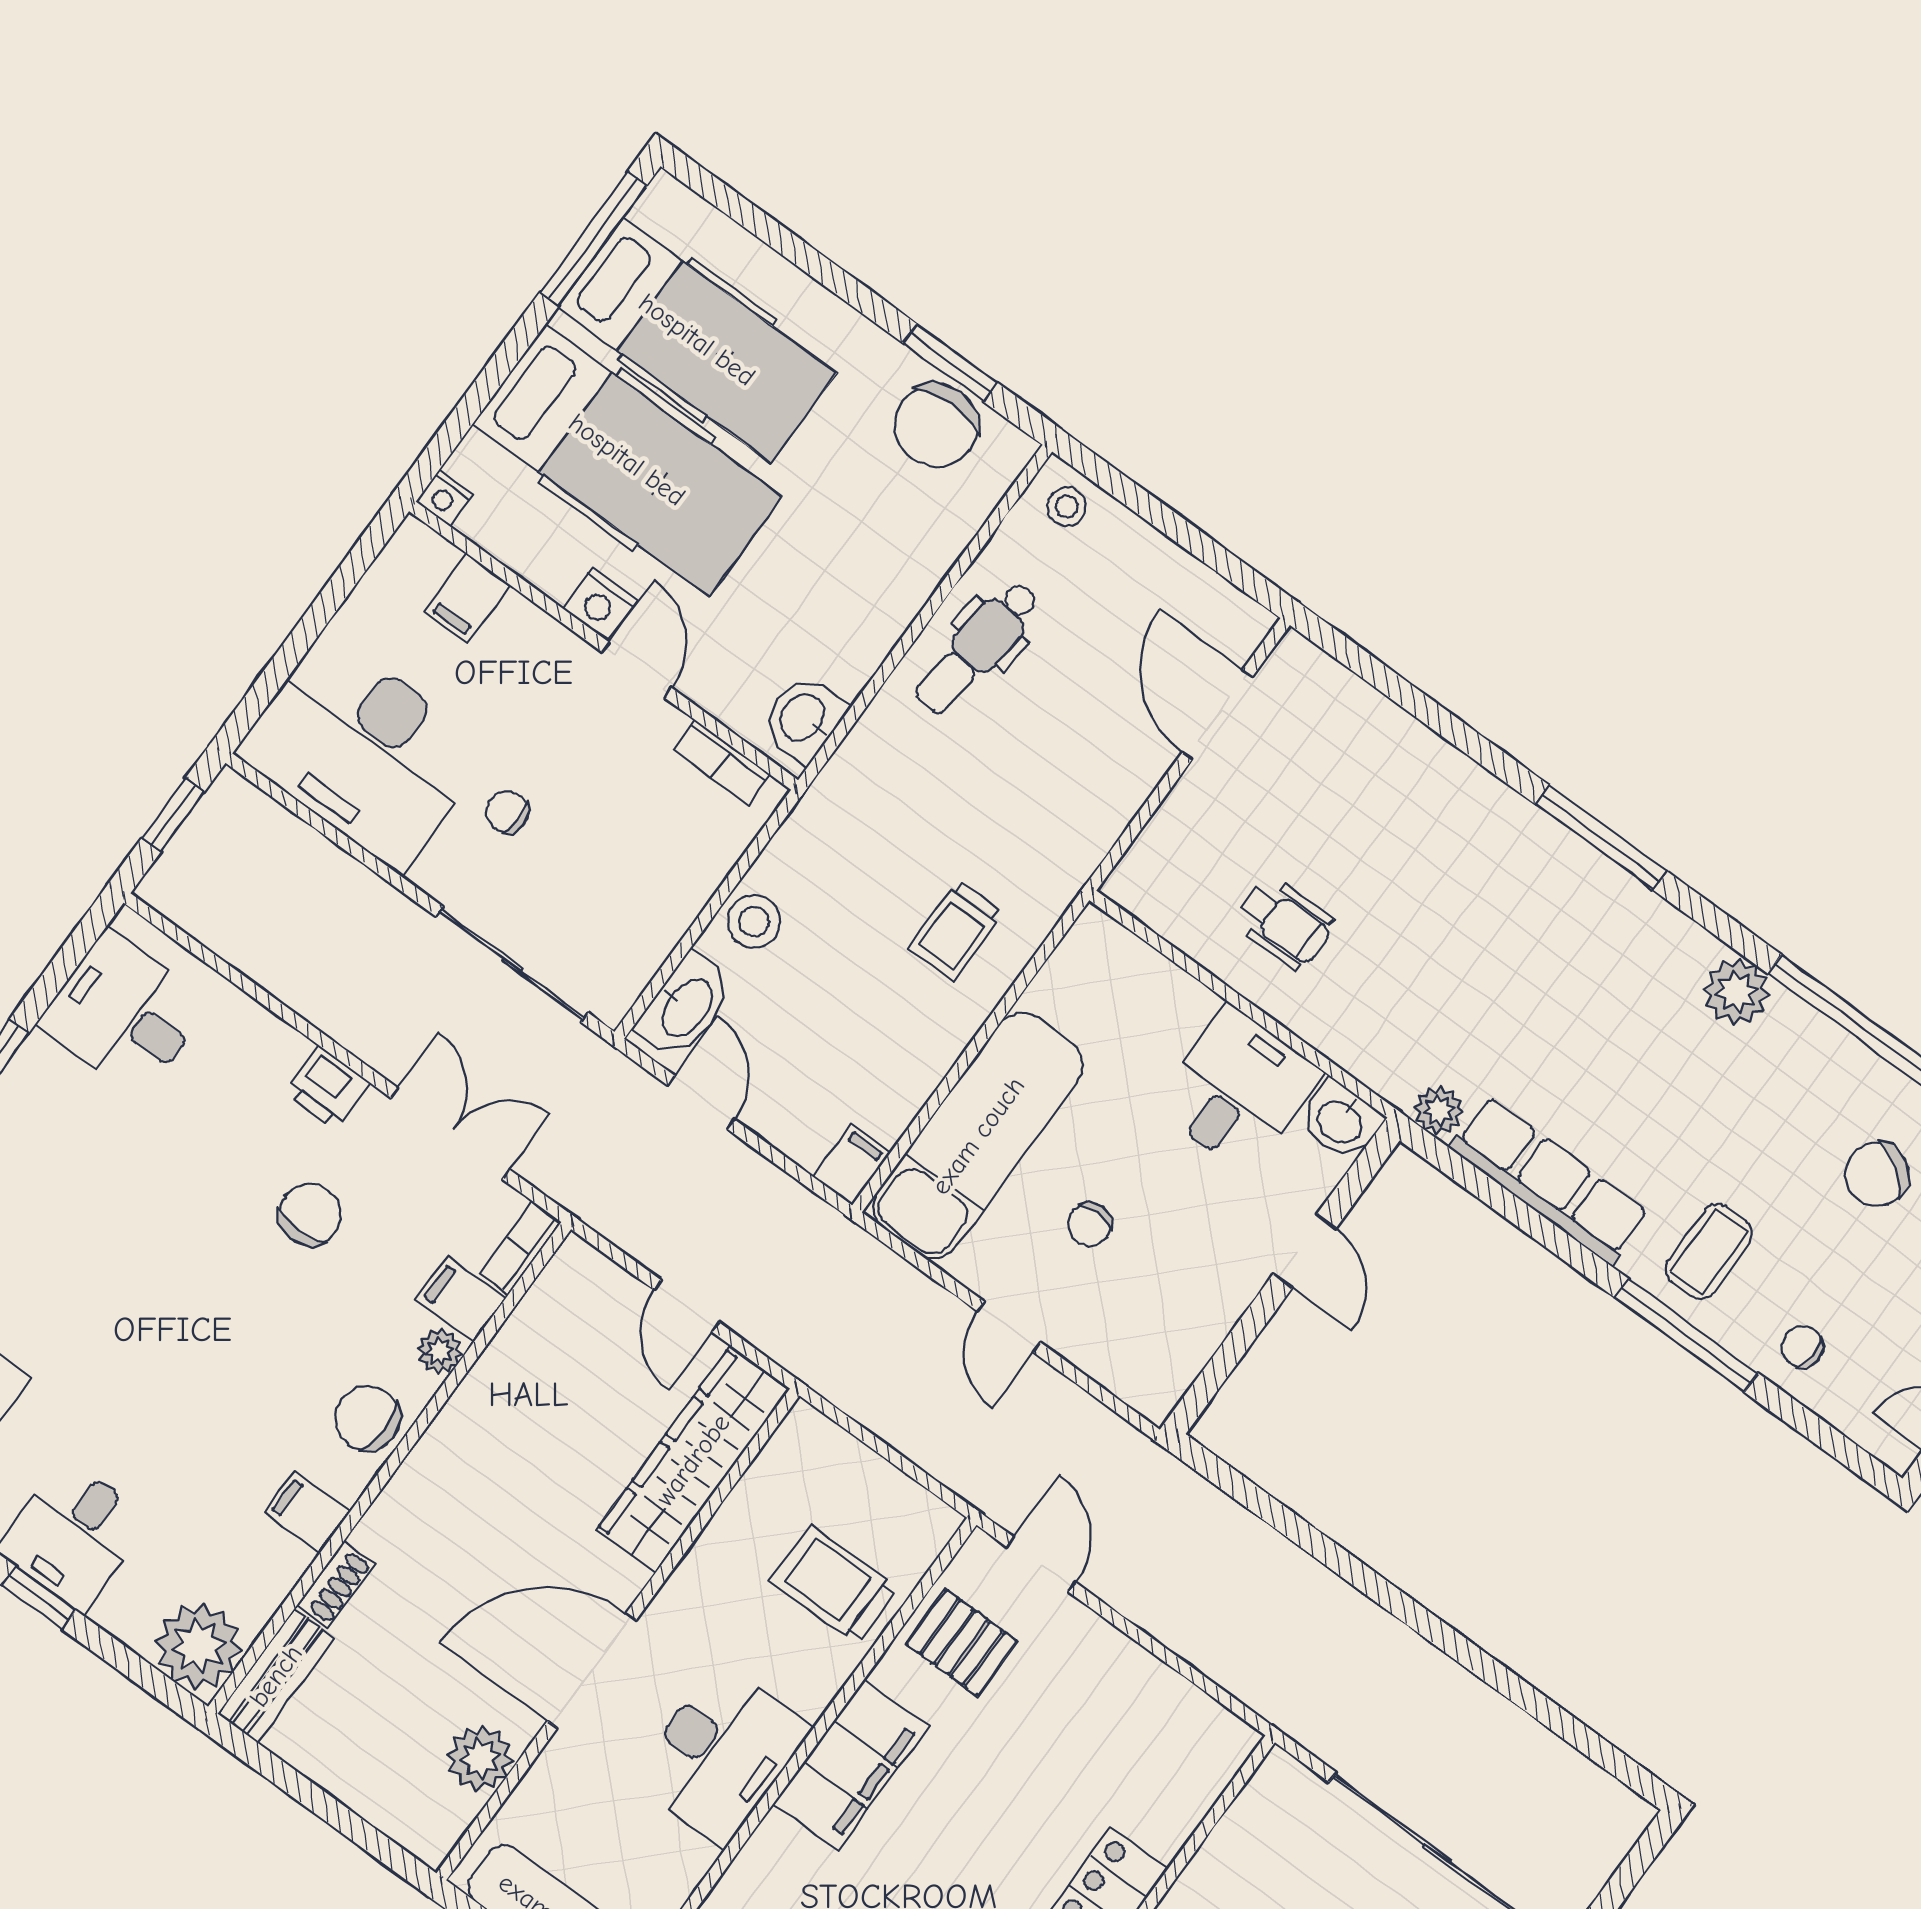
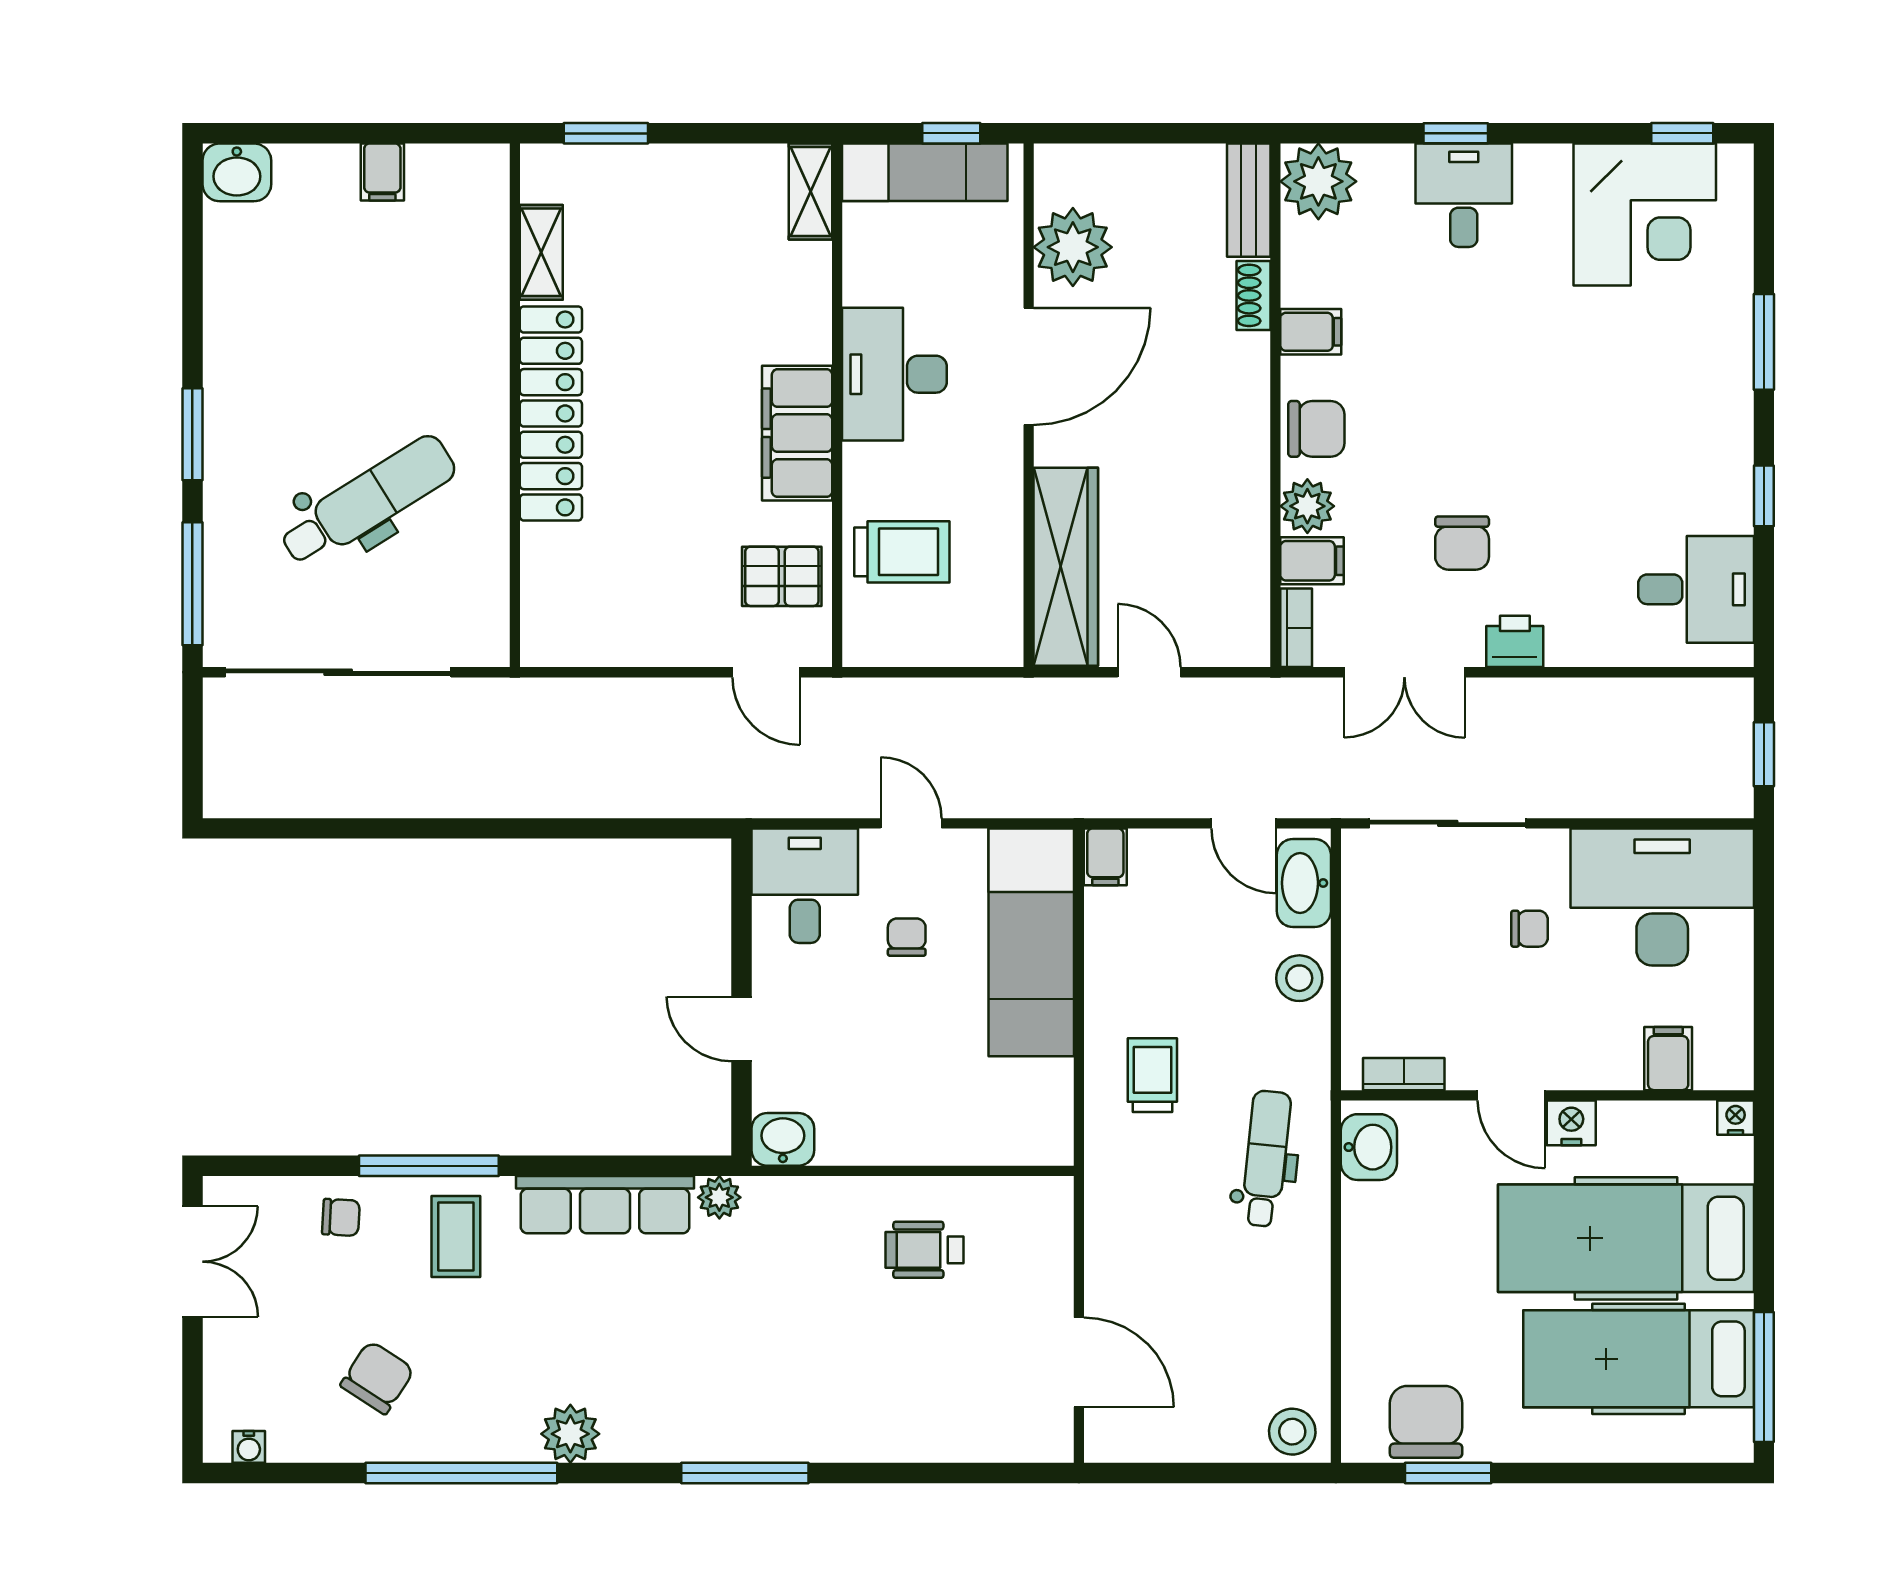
stool: (1067, 507) -> (1292, 1432), width x1.37, depth x1.37
dental chair: (977, 647) -> (1266, 1159), moved
desk: (1238, 1090) -> (805, 886), moved, turned 180
plant: (440, 1351) -> (1307, 506), width x1.38, depth x1.38
plant: (480, 1758) -> (1073, 247), width x1.36, depth x1.36

